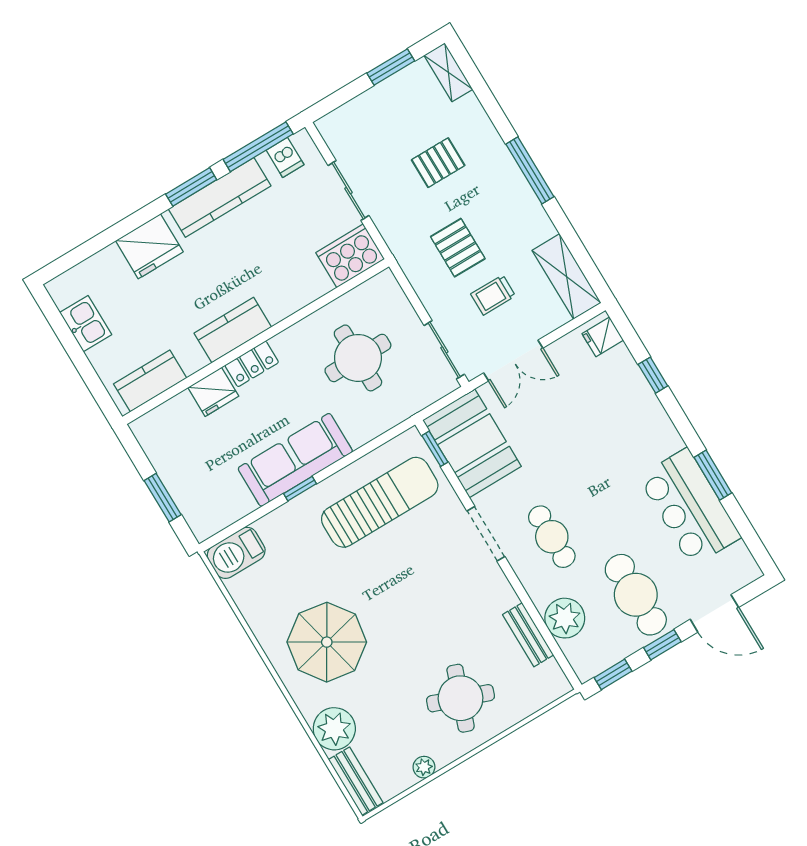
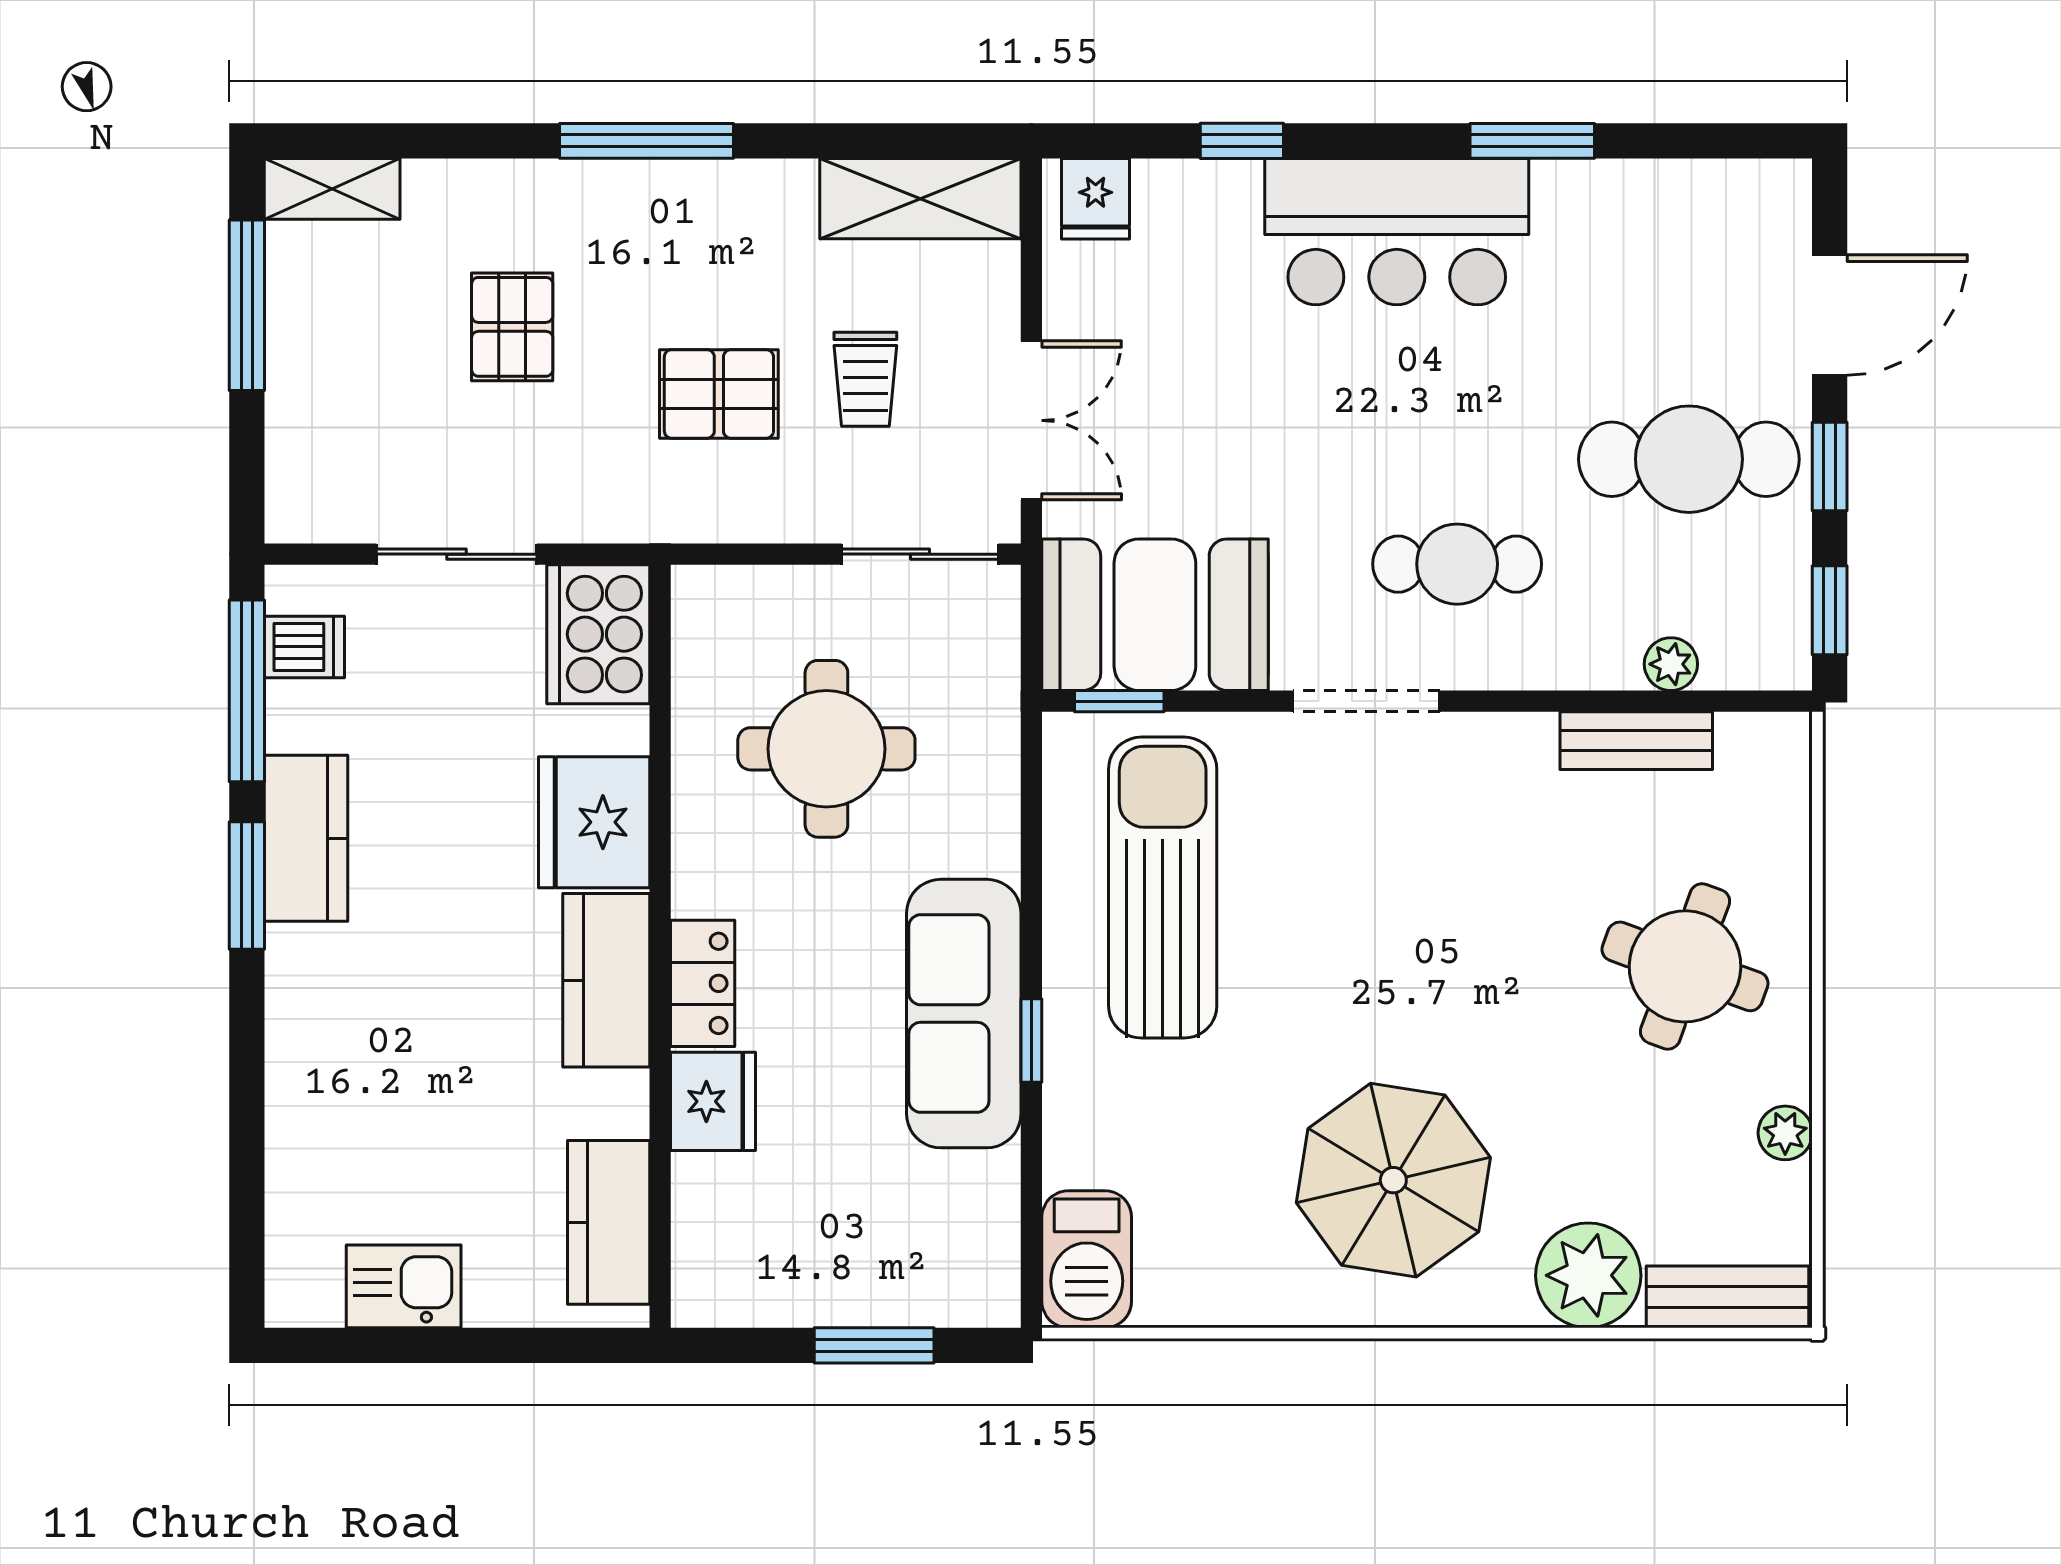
window: (391, 67) -> (247, 305), width x1.44
kitchen counter: (220, 197) -> (306, 838), width x0.67
fridge: (149, 246) -> (594, 822), moved, turned 180
bar counter: (690, 507) -> (1397, 232), moved
plant: (565, 618) -> (1671, 664), width x0.53, depth x0.53

